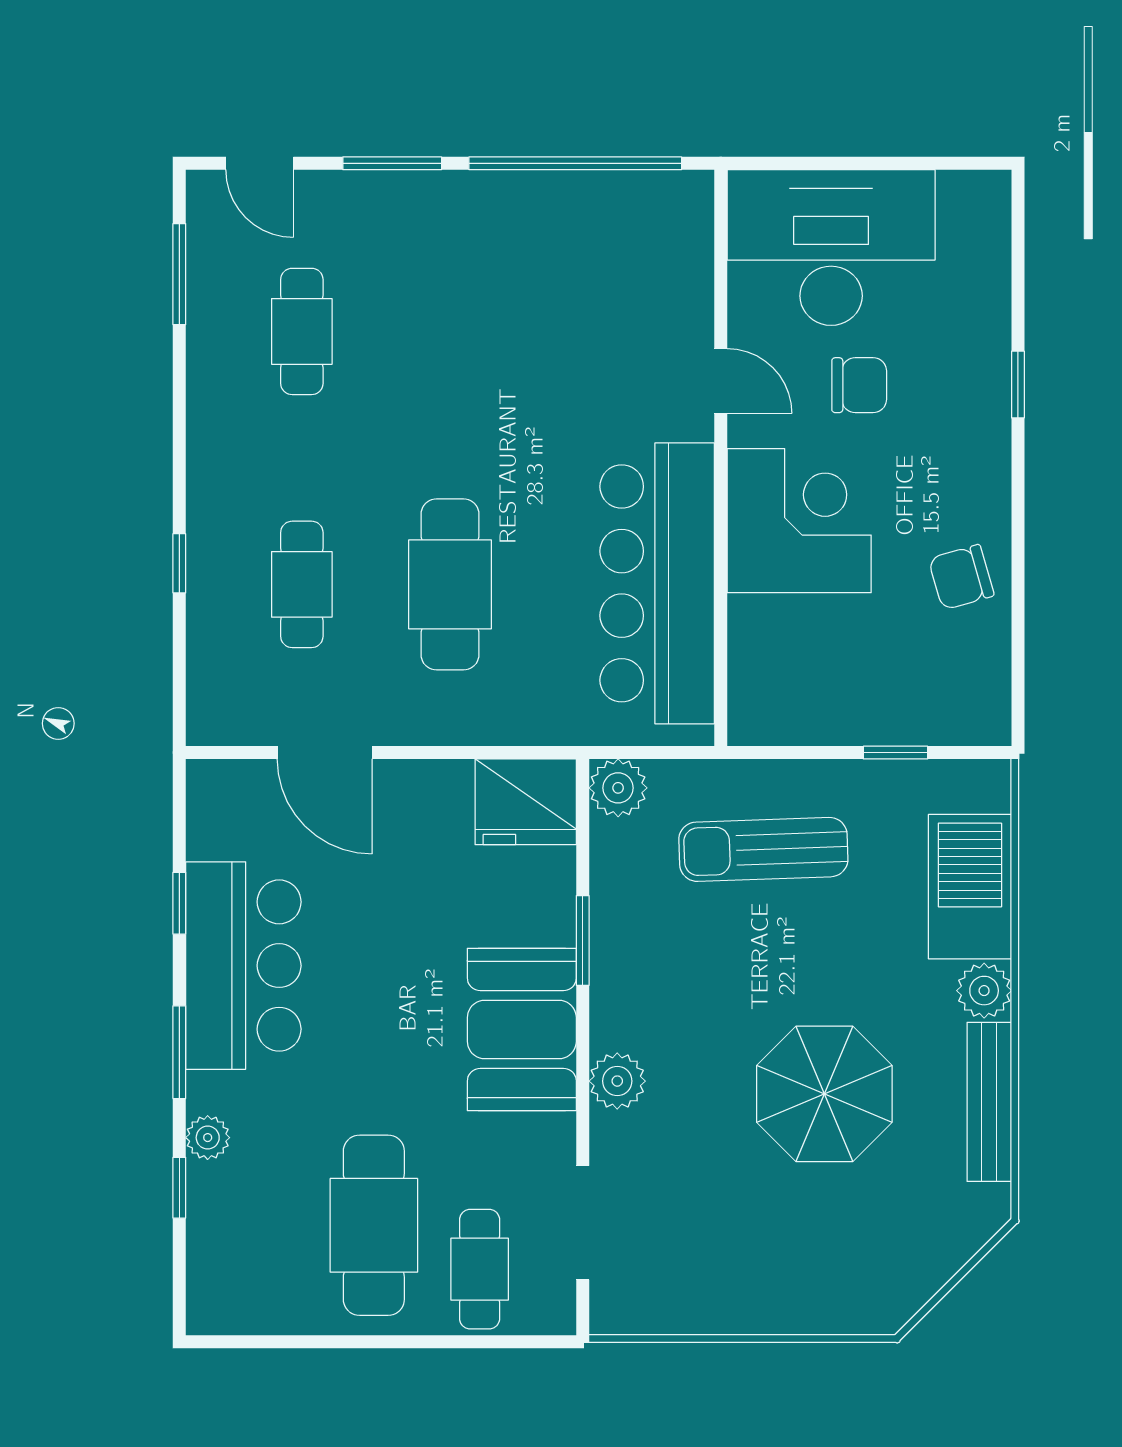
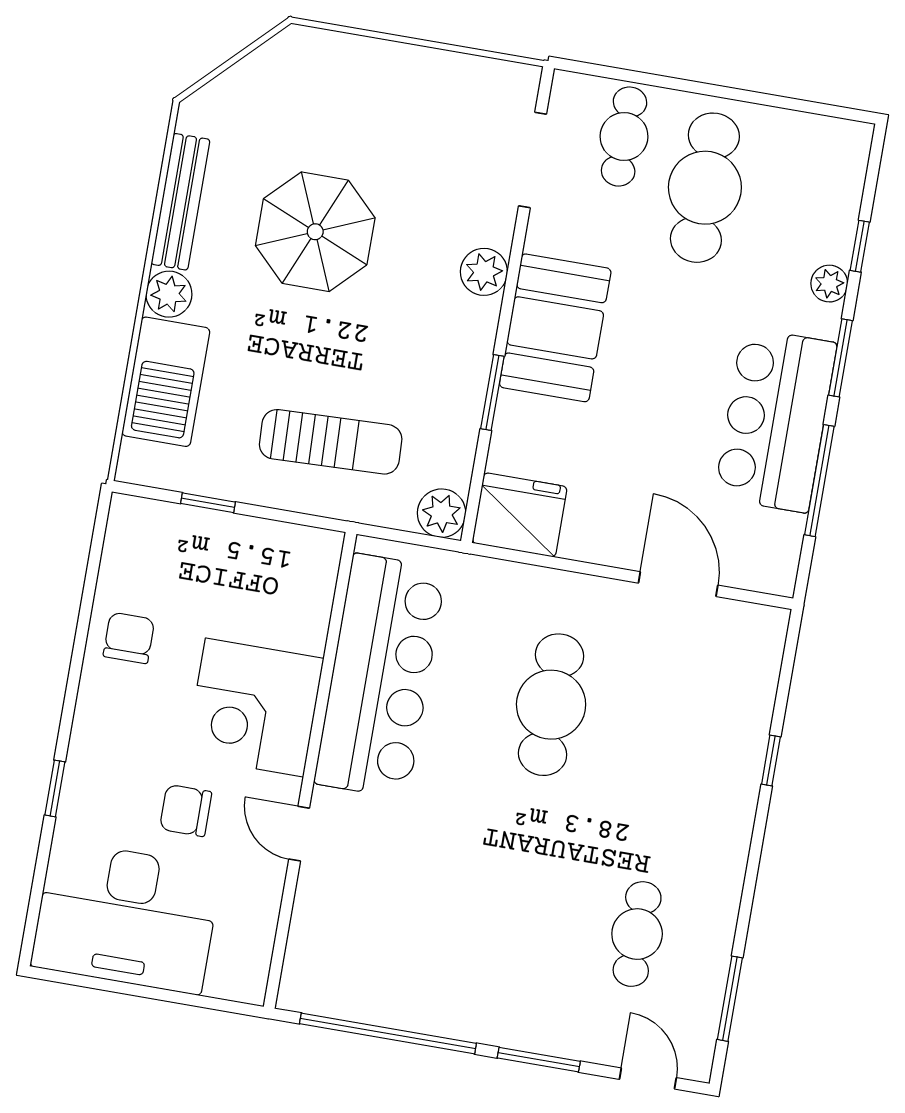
desk: (831, 248) -> (126, 917), moved
chair: (961, 577) -> (129, 638), turned -74
cafe table: (302, 584) -> (673, 726), removed
window: (179, 903) -> (819, 481), width x2.17

